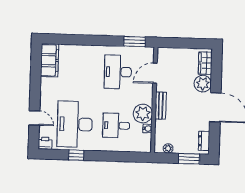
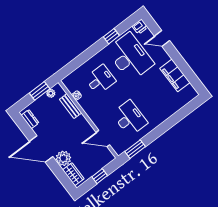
window: (184, 43) -> (100, 176), added
filing cabinet: (50, 60) -> (175, 75), moved
door: (155, 73) -> (103, 139), swing flipped
bench: (161, 106) -> (71, 106), moved
plant: (143, 114) -> (88, 103), removed
window: (189, 159) -> (40, 91), moved

